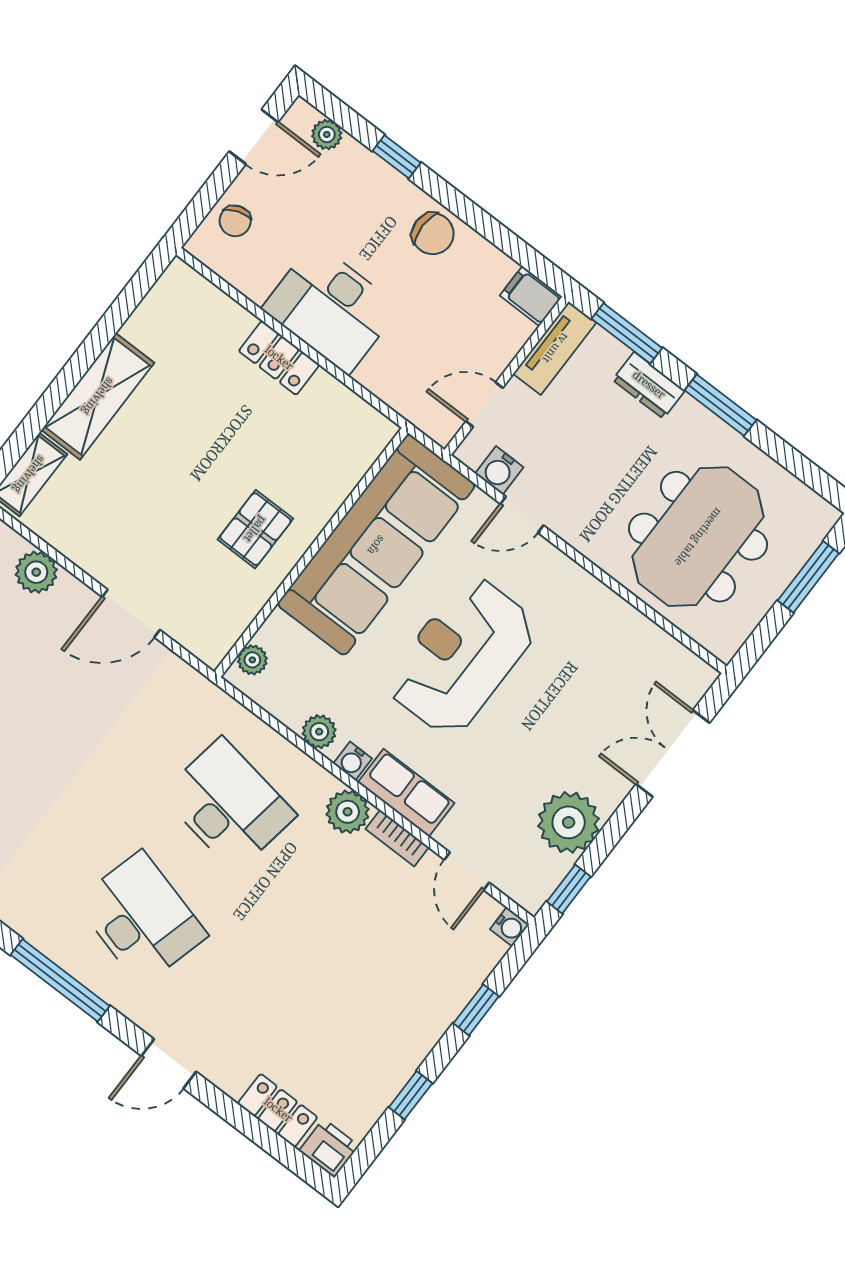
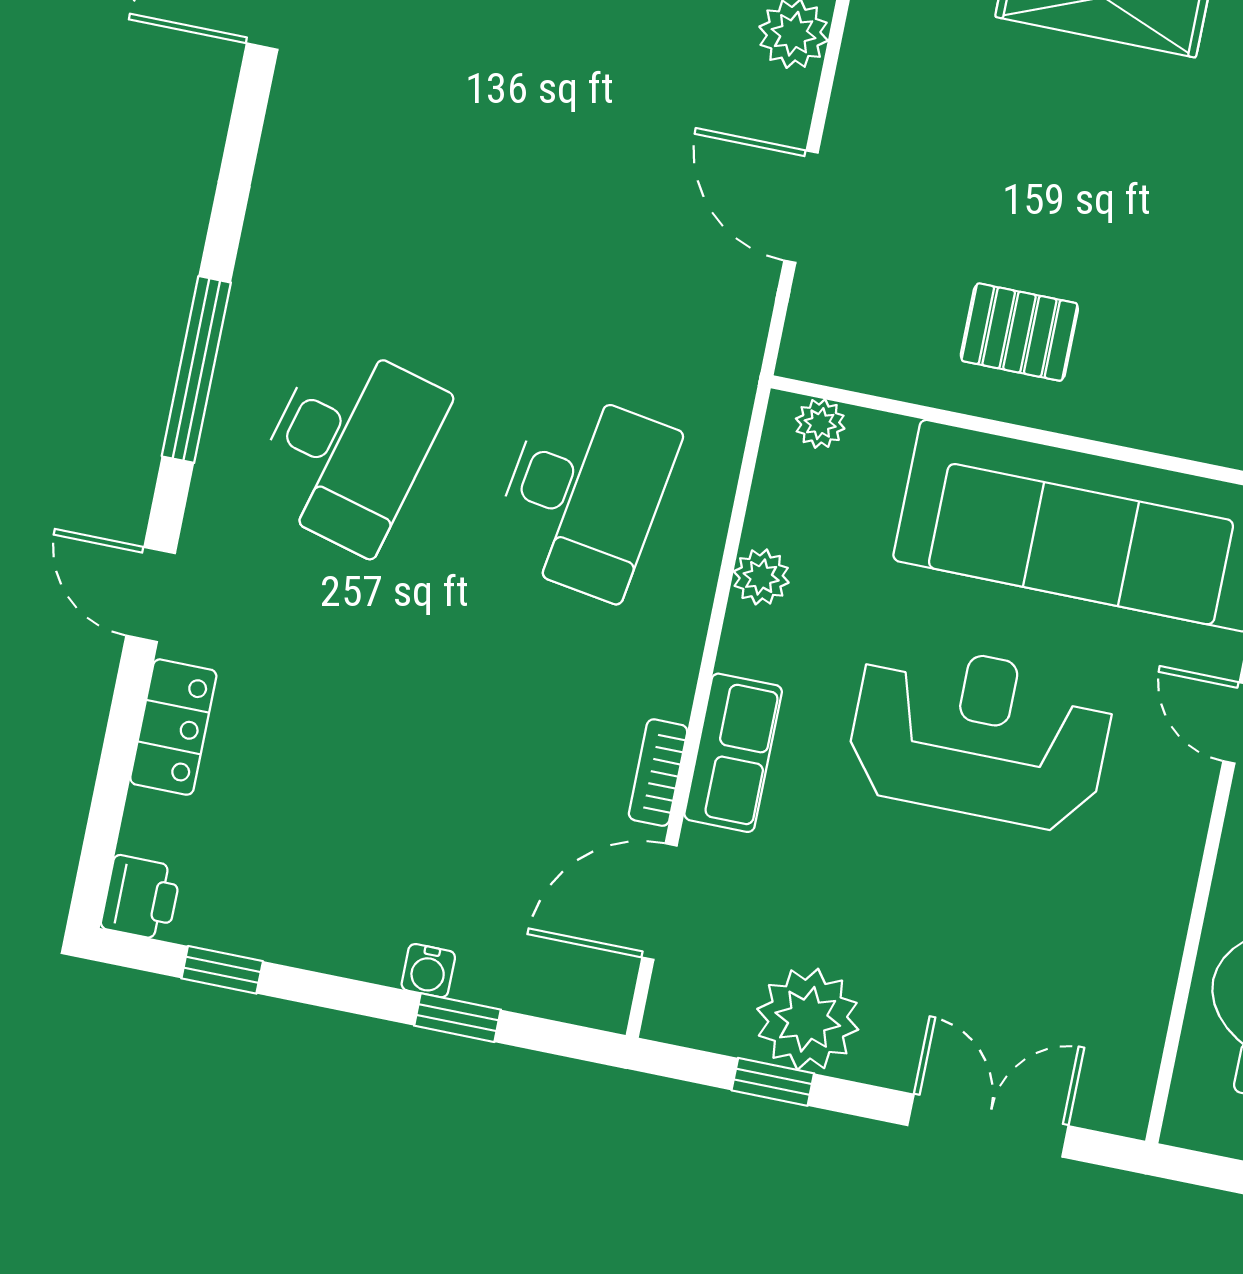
water cooler: (353, 761) -> (742, 649), removed
plant: (348, 812) -> (661, 679), removed
door: (467, 871) -> (660, 902), width x1.38
window: (569, 889) -> (773, 1082), moved
water cooler: (510, 927) -> (428, 971), moved
window: (411, 1095) -> (222, 970), moved
locker: (278, 1110) -> (173, 727), moved

